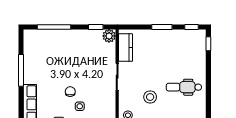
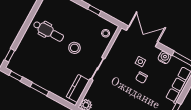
stool: (150, 97) -> (74, 48), moved

